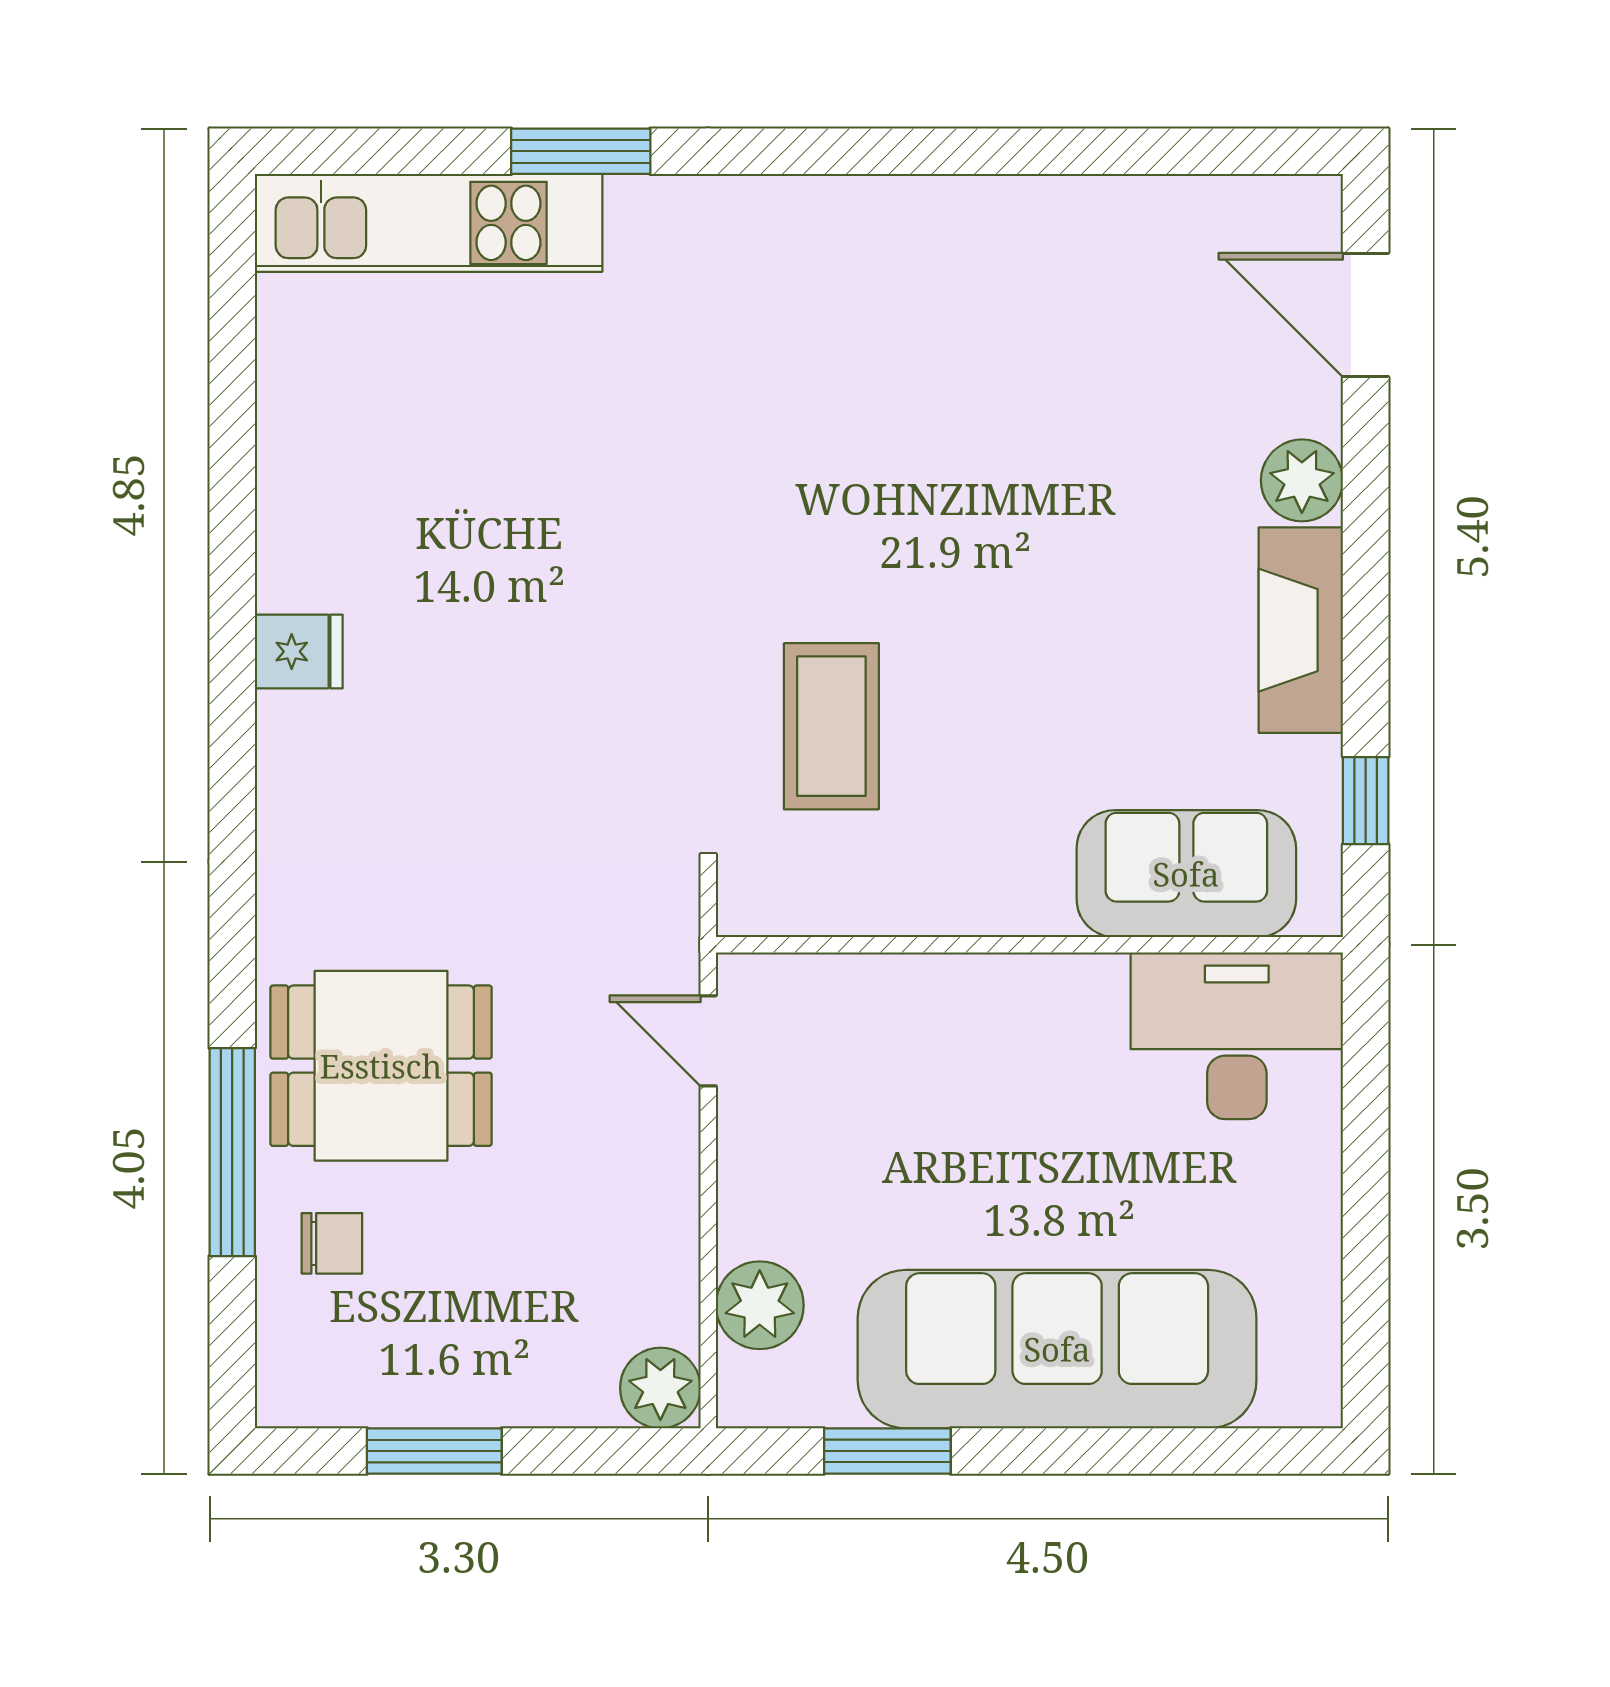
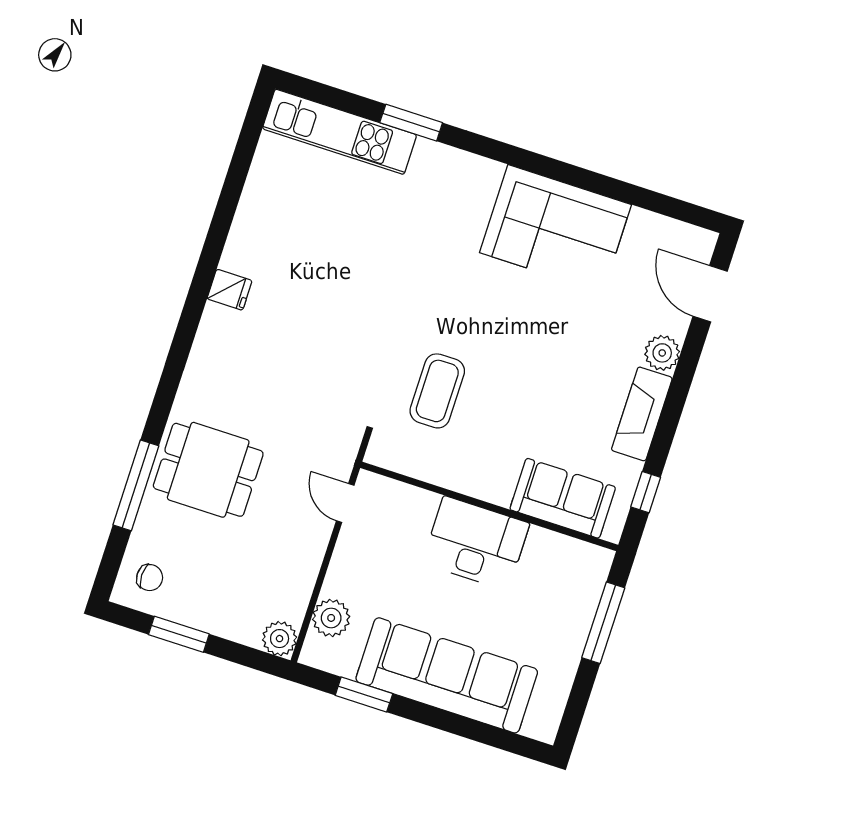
corner sofa: (976, 282) -> (555, 229), added
desk: (1237, 1036) -> (476, 543), moved
window: (1366, 1120) -> (603, 623), added
chair: (332, 1243) -> (150, 578), moved

